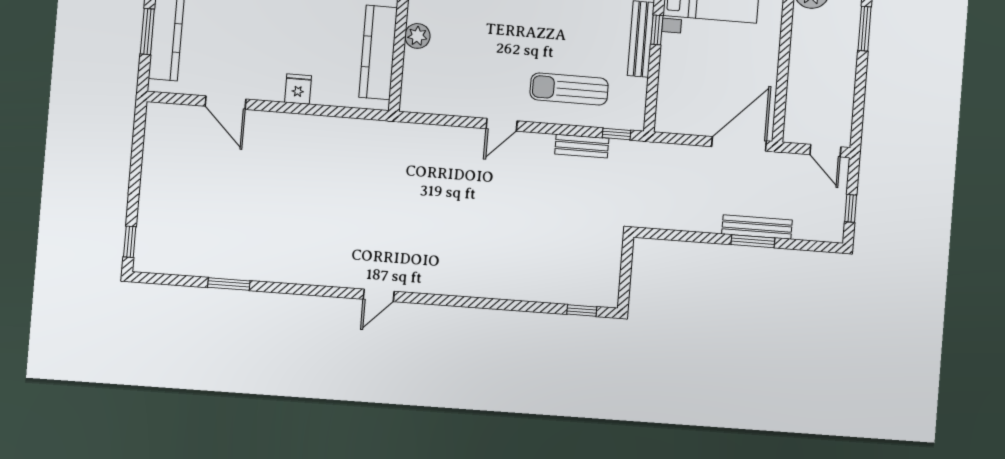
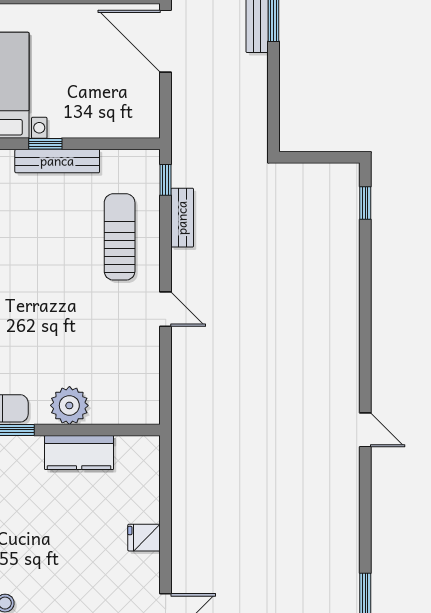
plant: (417, 36) -> (69, 405), width x1.36, depth x1.36
kitchen counter: (378, 52) -> (79, 453), width x0.67
sun lounger: (569, 89) -> (120, 237), turned 180

